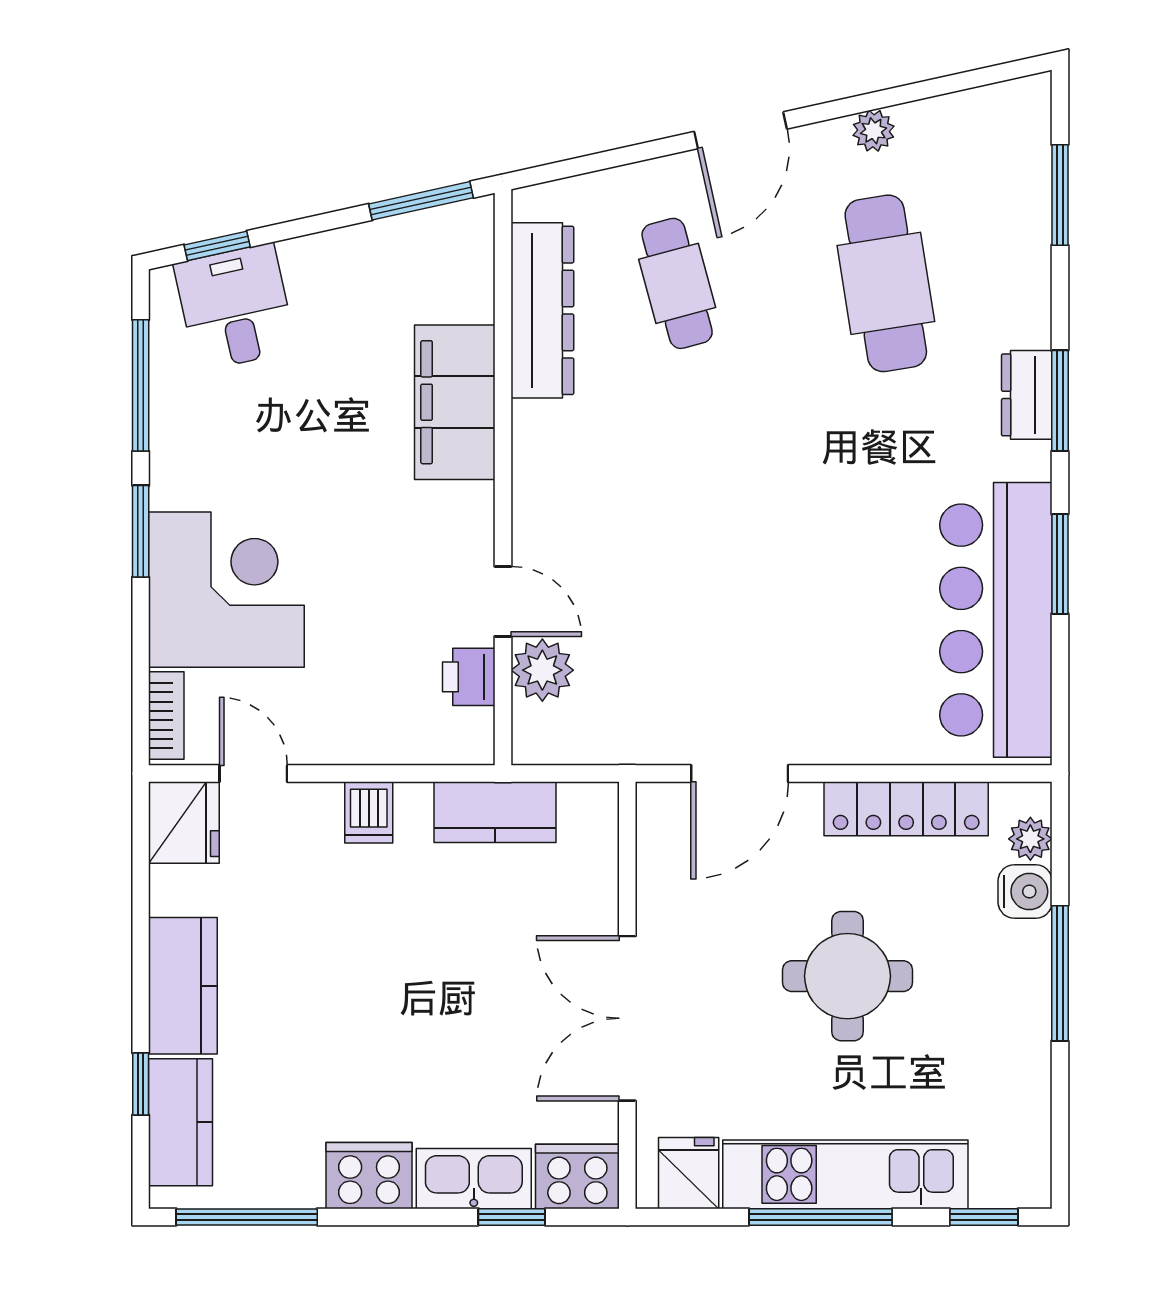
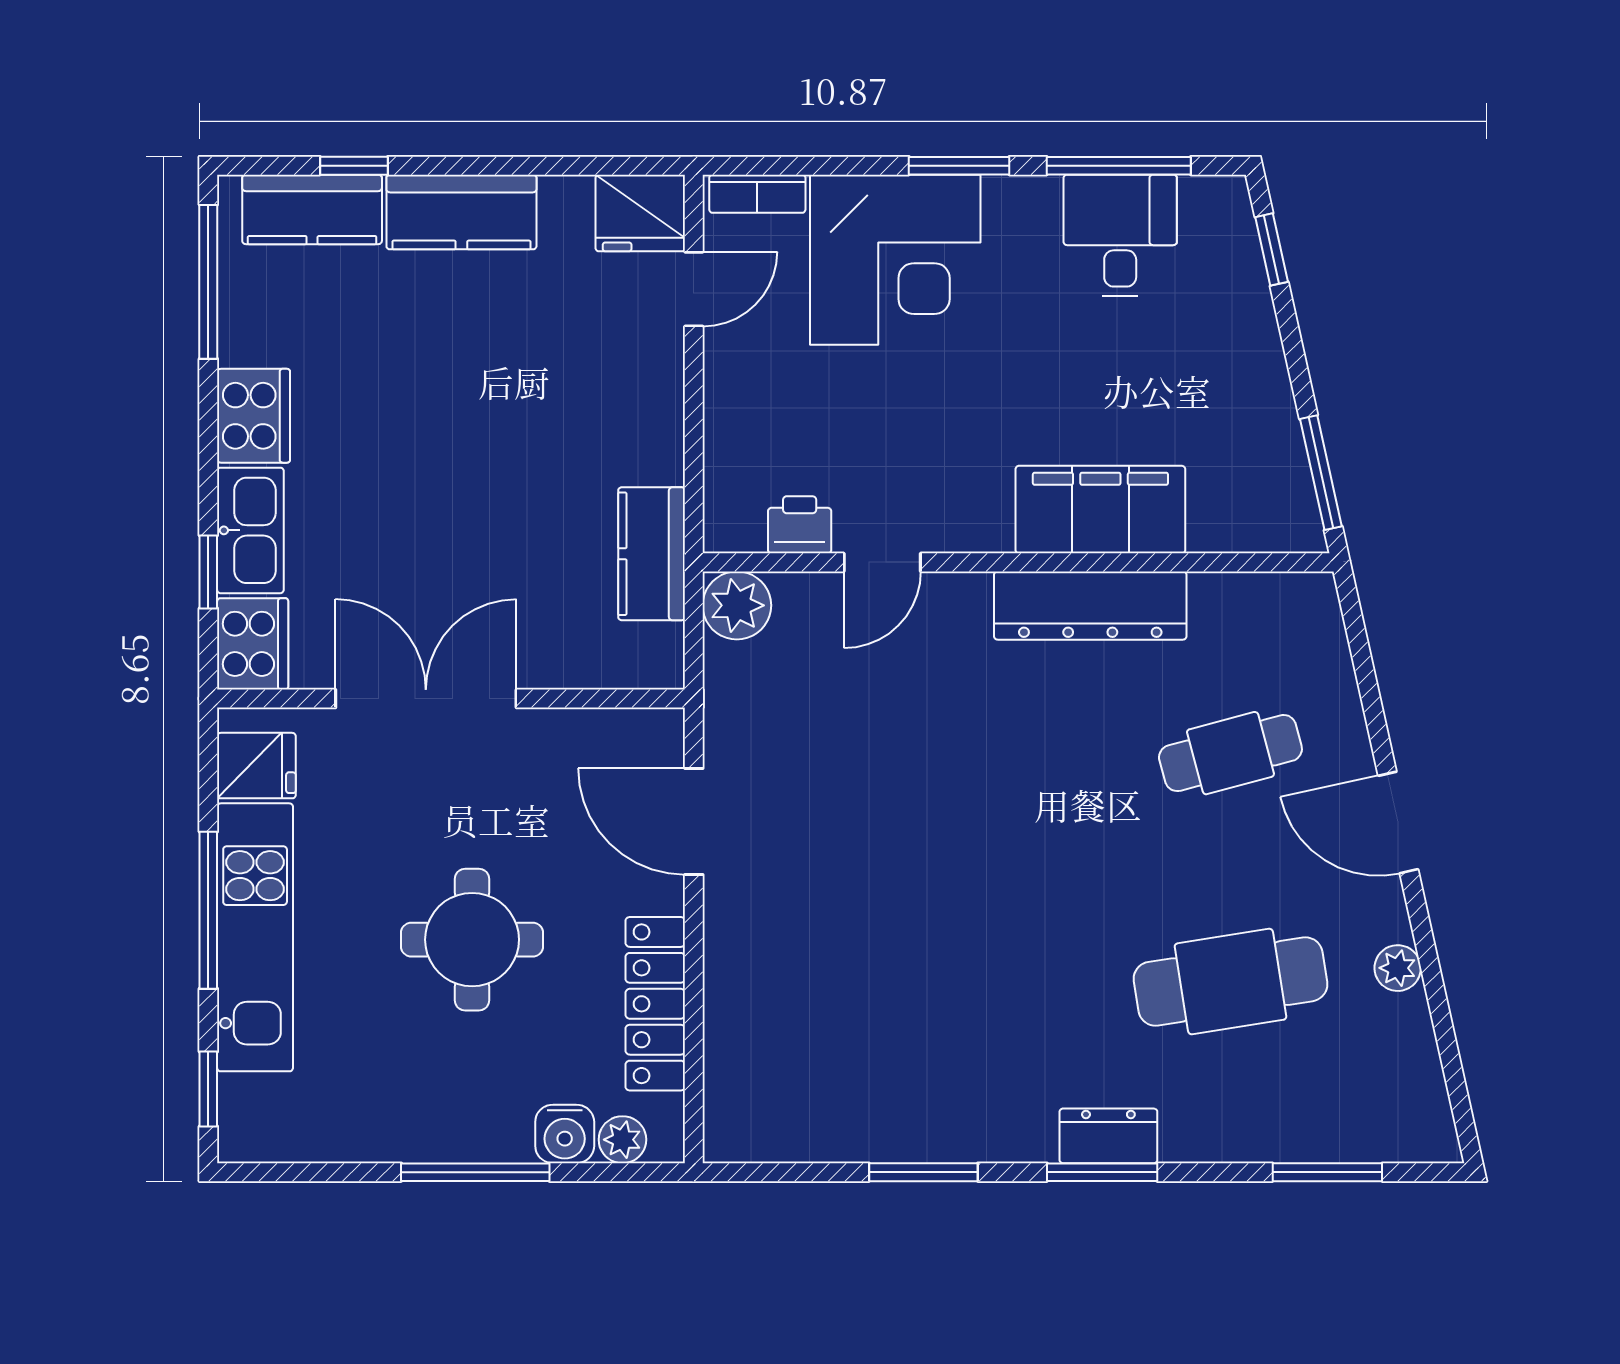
desk: (235, 307) -> (1120, 236), moved, turned -78
dresser: (542, 310) -> (1090, 606), moved
bar counter: (996, 620) -> (862, 1102), removed
plant: (542, 670) -> (737, 605), moved
dishwasher: (369, 812) -> (651, 416), removed

